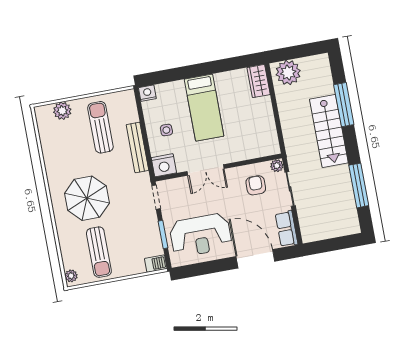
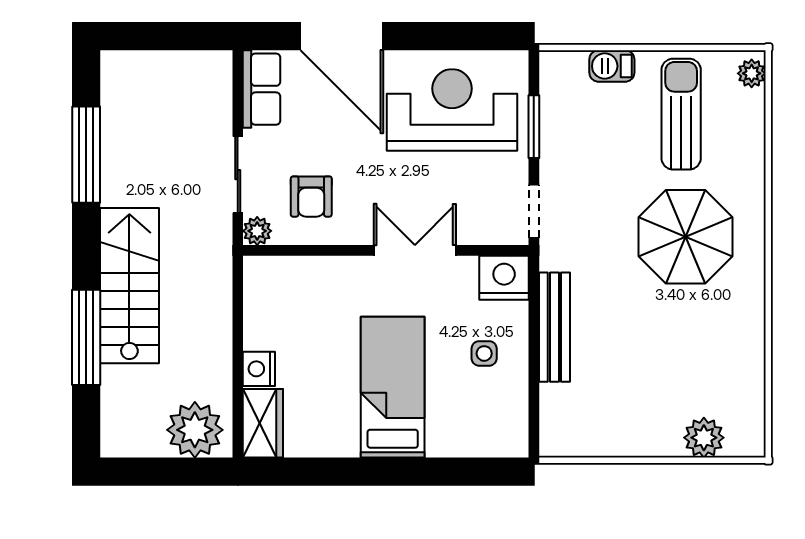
nightstand: (147, 93) -> (259, 369), moved, turned 90
sun lounger: (100, 127) -> (627, 386), removed
barbecue: (156, 264) -> (612, 66), moved

